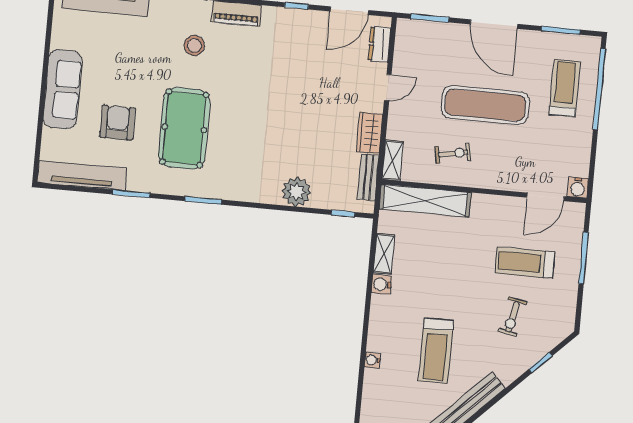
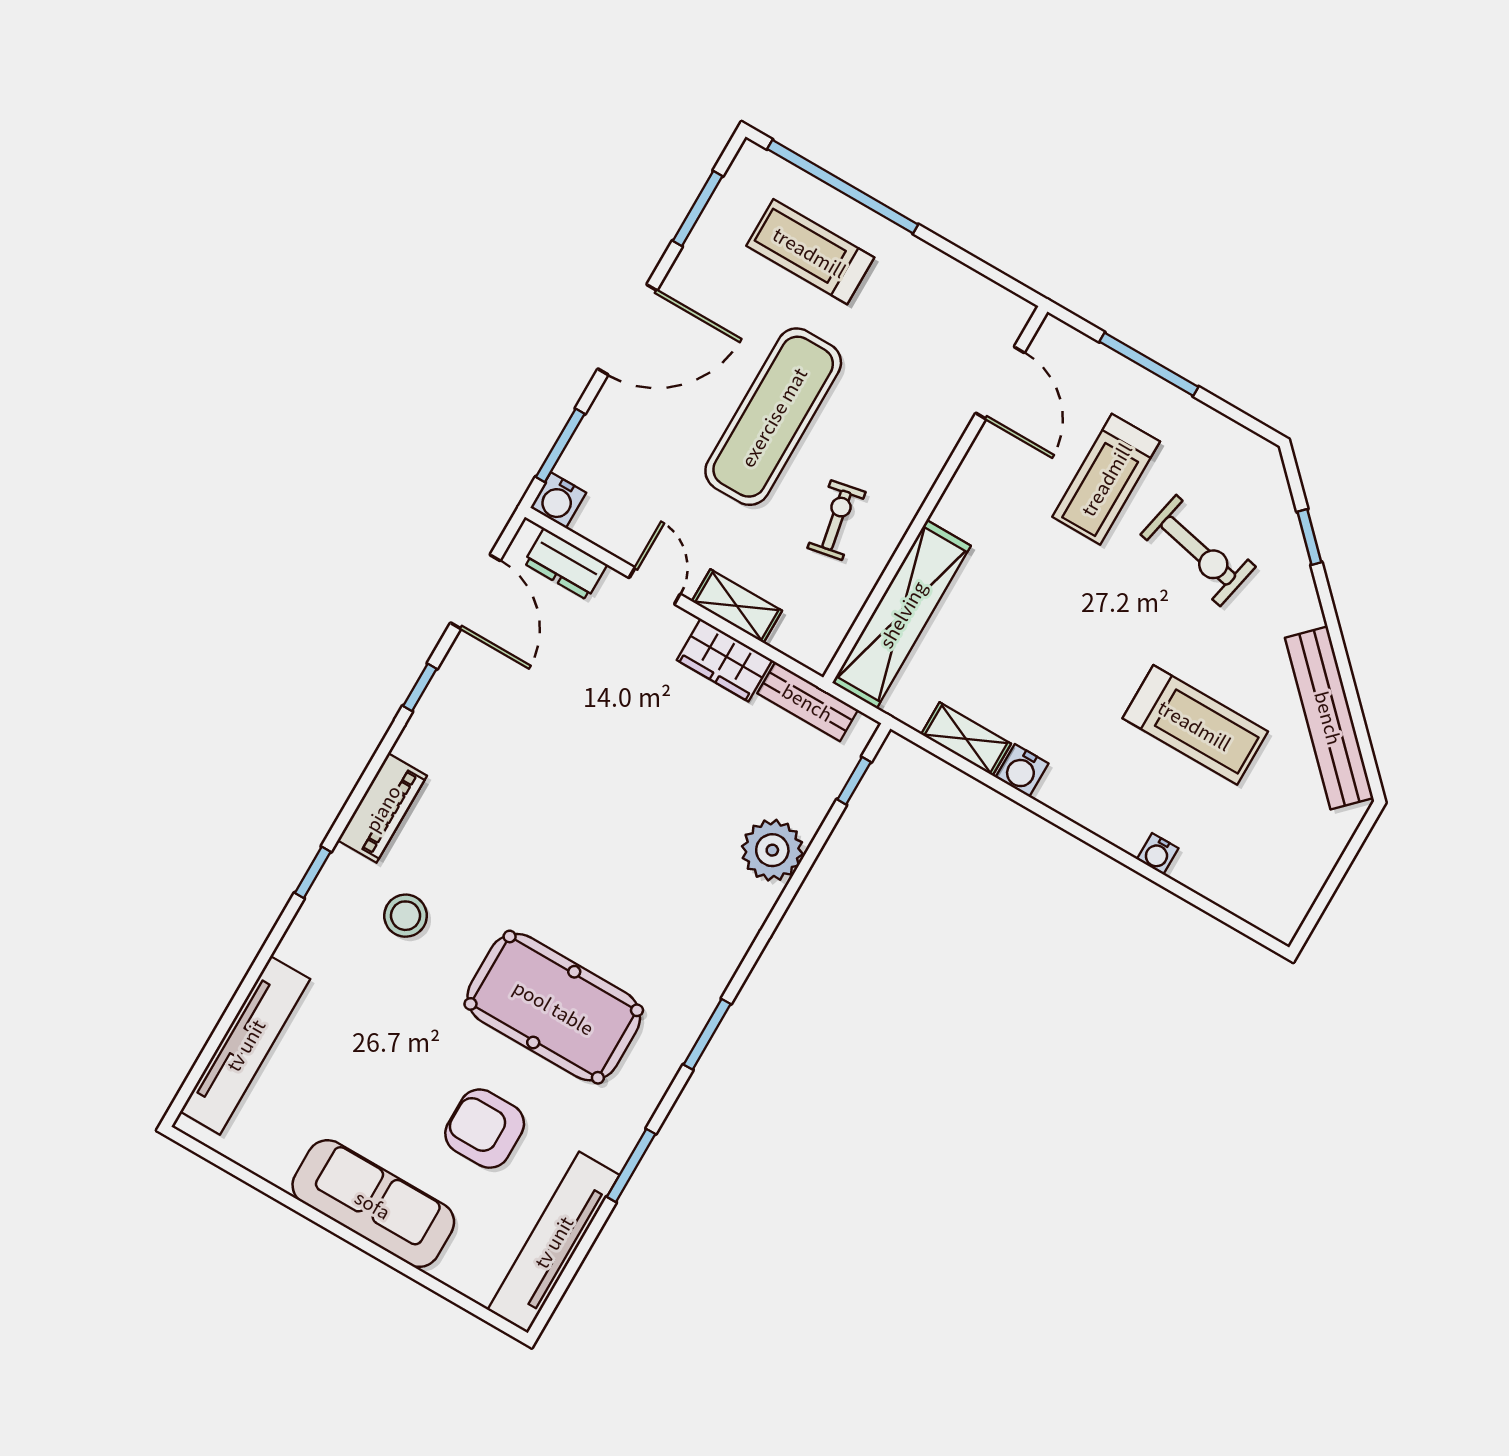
shelving: (393, 160) -> (737, 606), moved
water cooler: (578, 188) -> (558, 500), moved, turned 90
exercise bike: (512, 317) -> (1198, 551), width x1.38, depth x1.39

